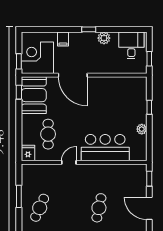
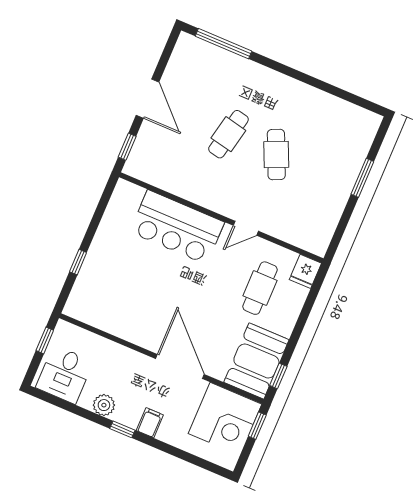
filing cabinet: (63, 39) -> (150, 423), moved
plant: (142, 129) -> (105, 232), removed
window: (19, 196) -> (362, 178), moved
cafe table: (40, 208) -> (276, 155), moved, turned -48

